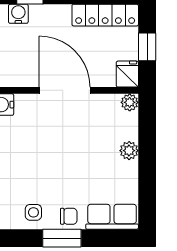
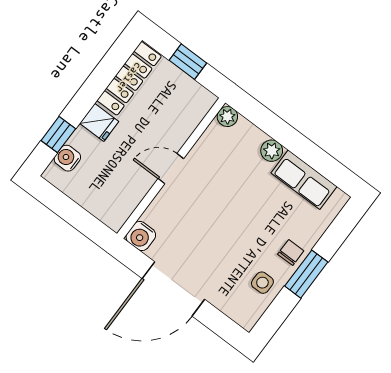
fridge: (127, 74) -> (99, 122), moved, turned 180
door: (65, 90) -> (171, 169), width x0.53
row of seats: (112, 217) -> (304, 180), moved, turned -90

